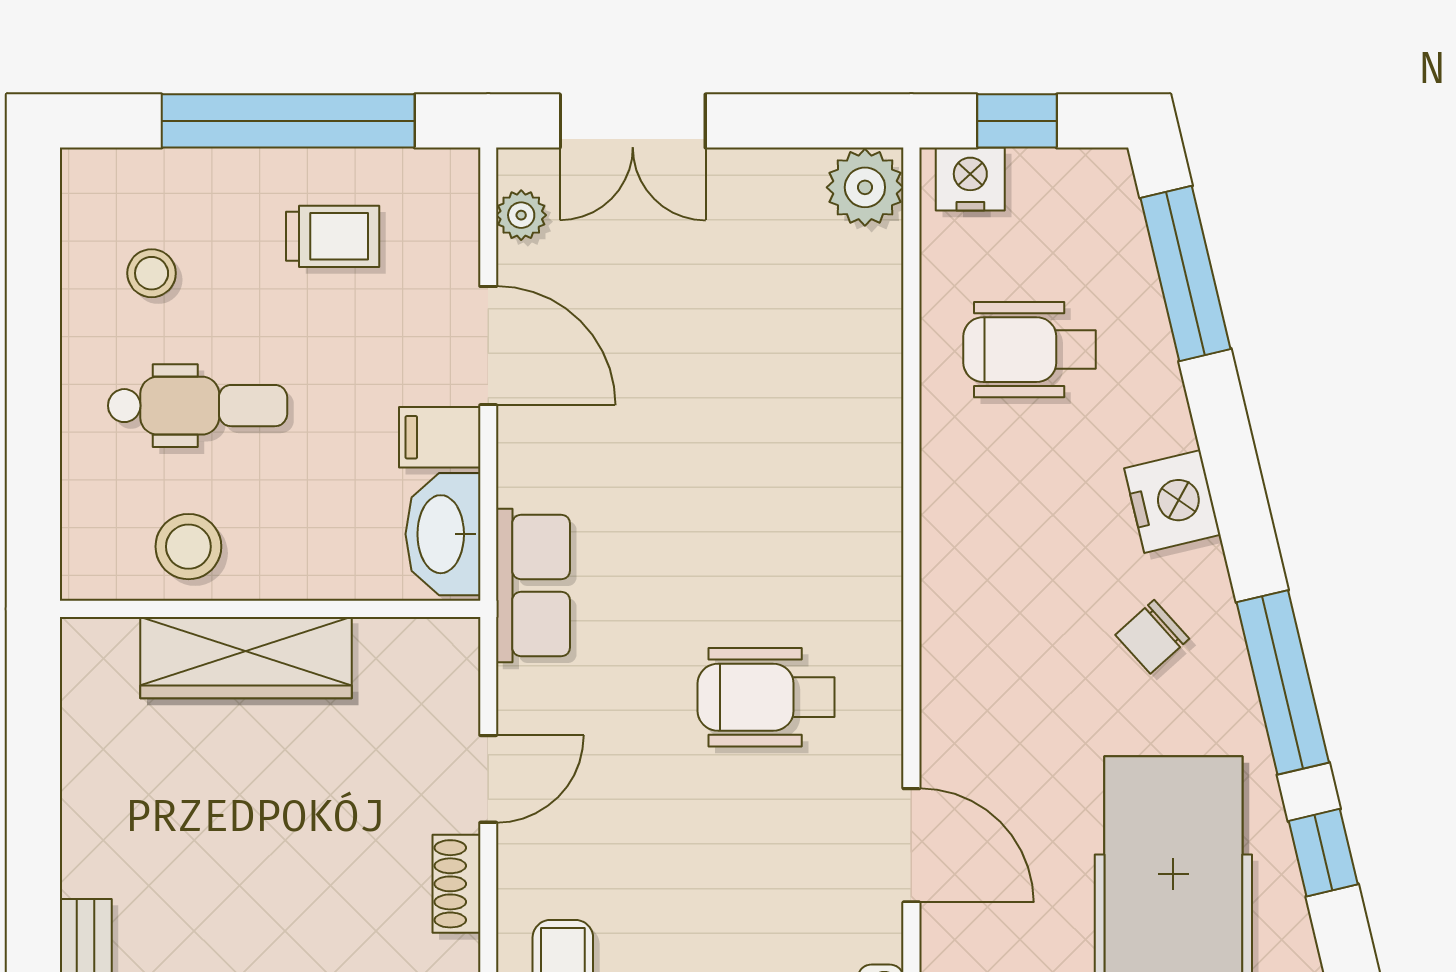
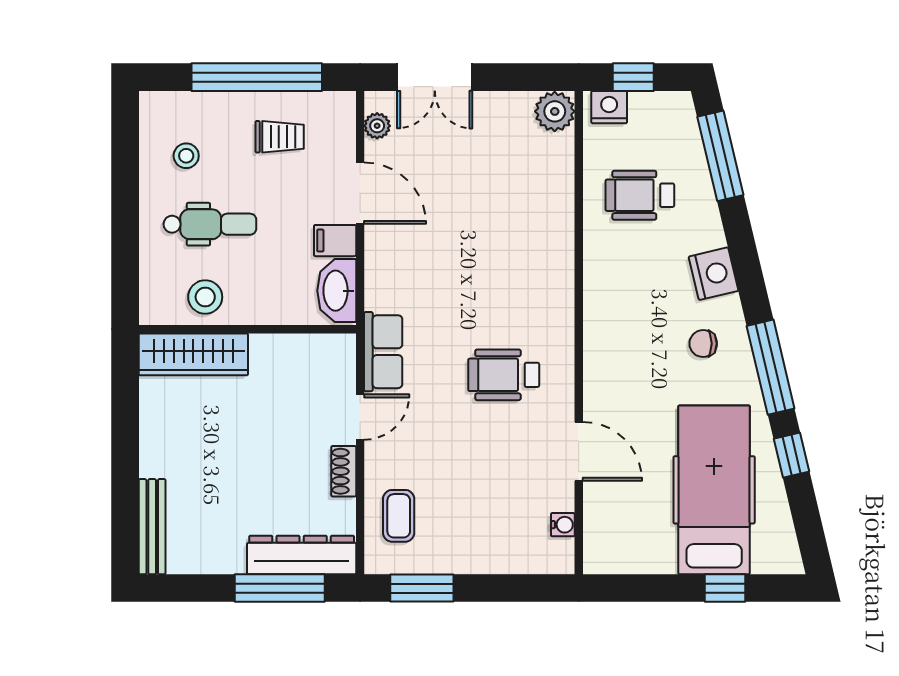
row of seats: (533, 585) -> (383, 352), moved
chair: (1152, 637) -> (703, 344), turned 42
wardrobe: (246, 658) -> (193, 354), moved

